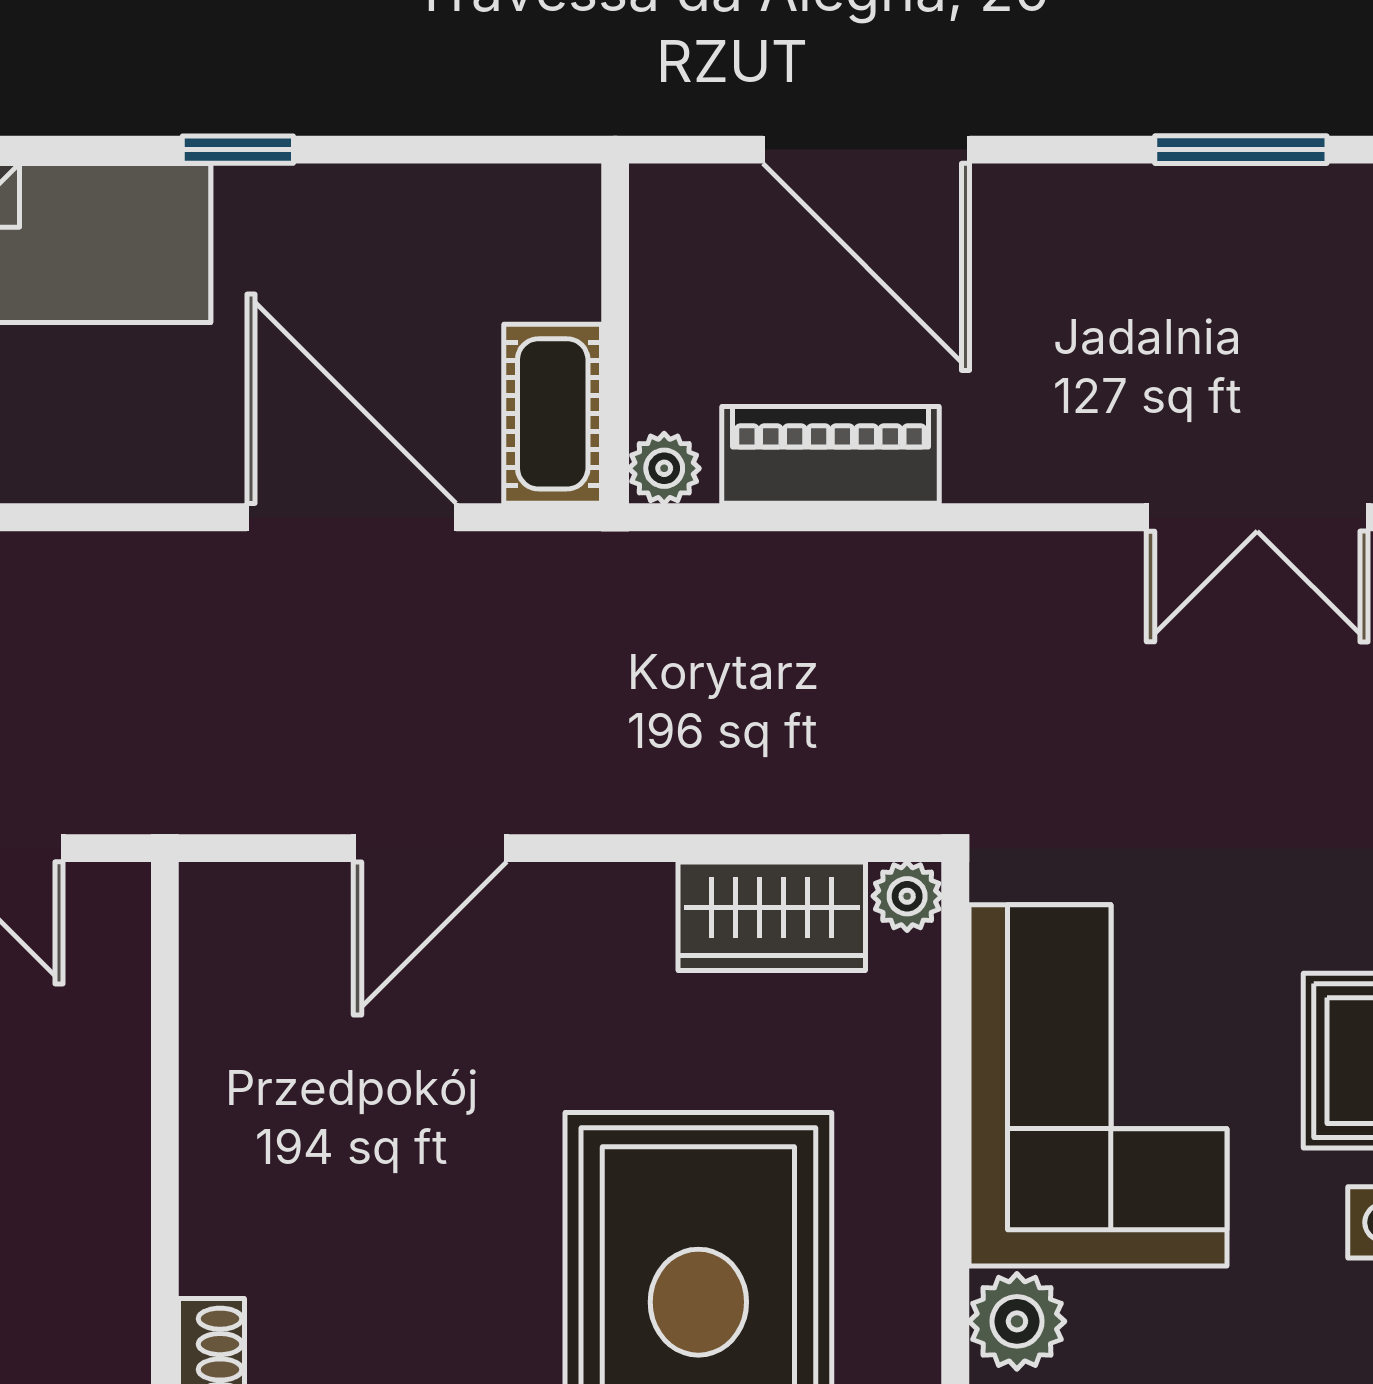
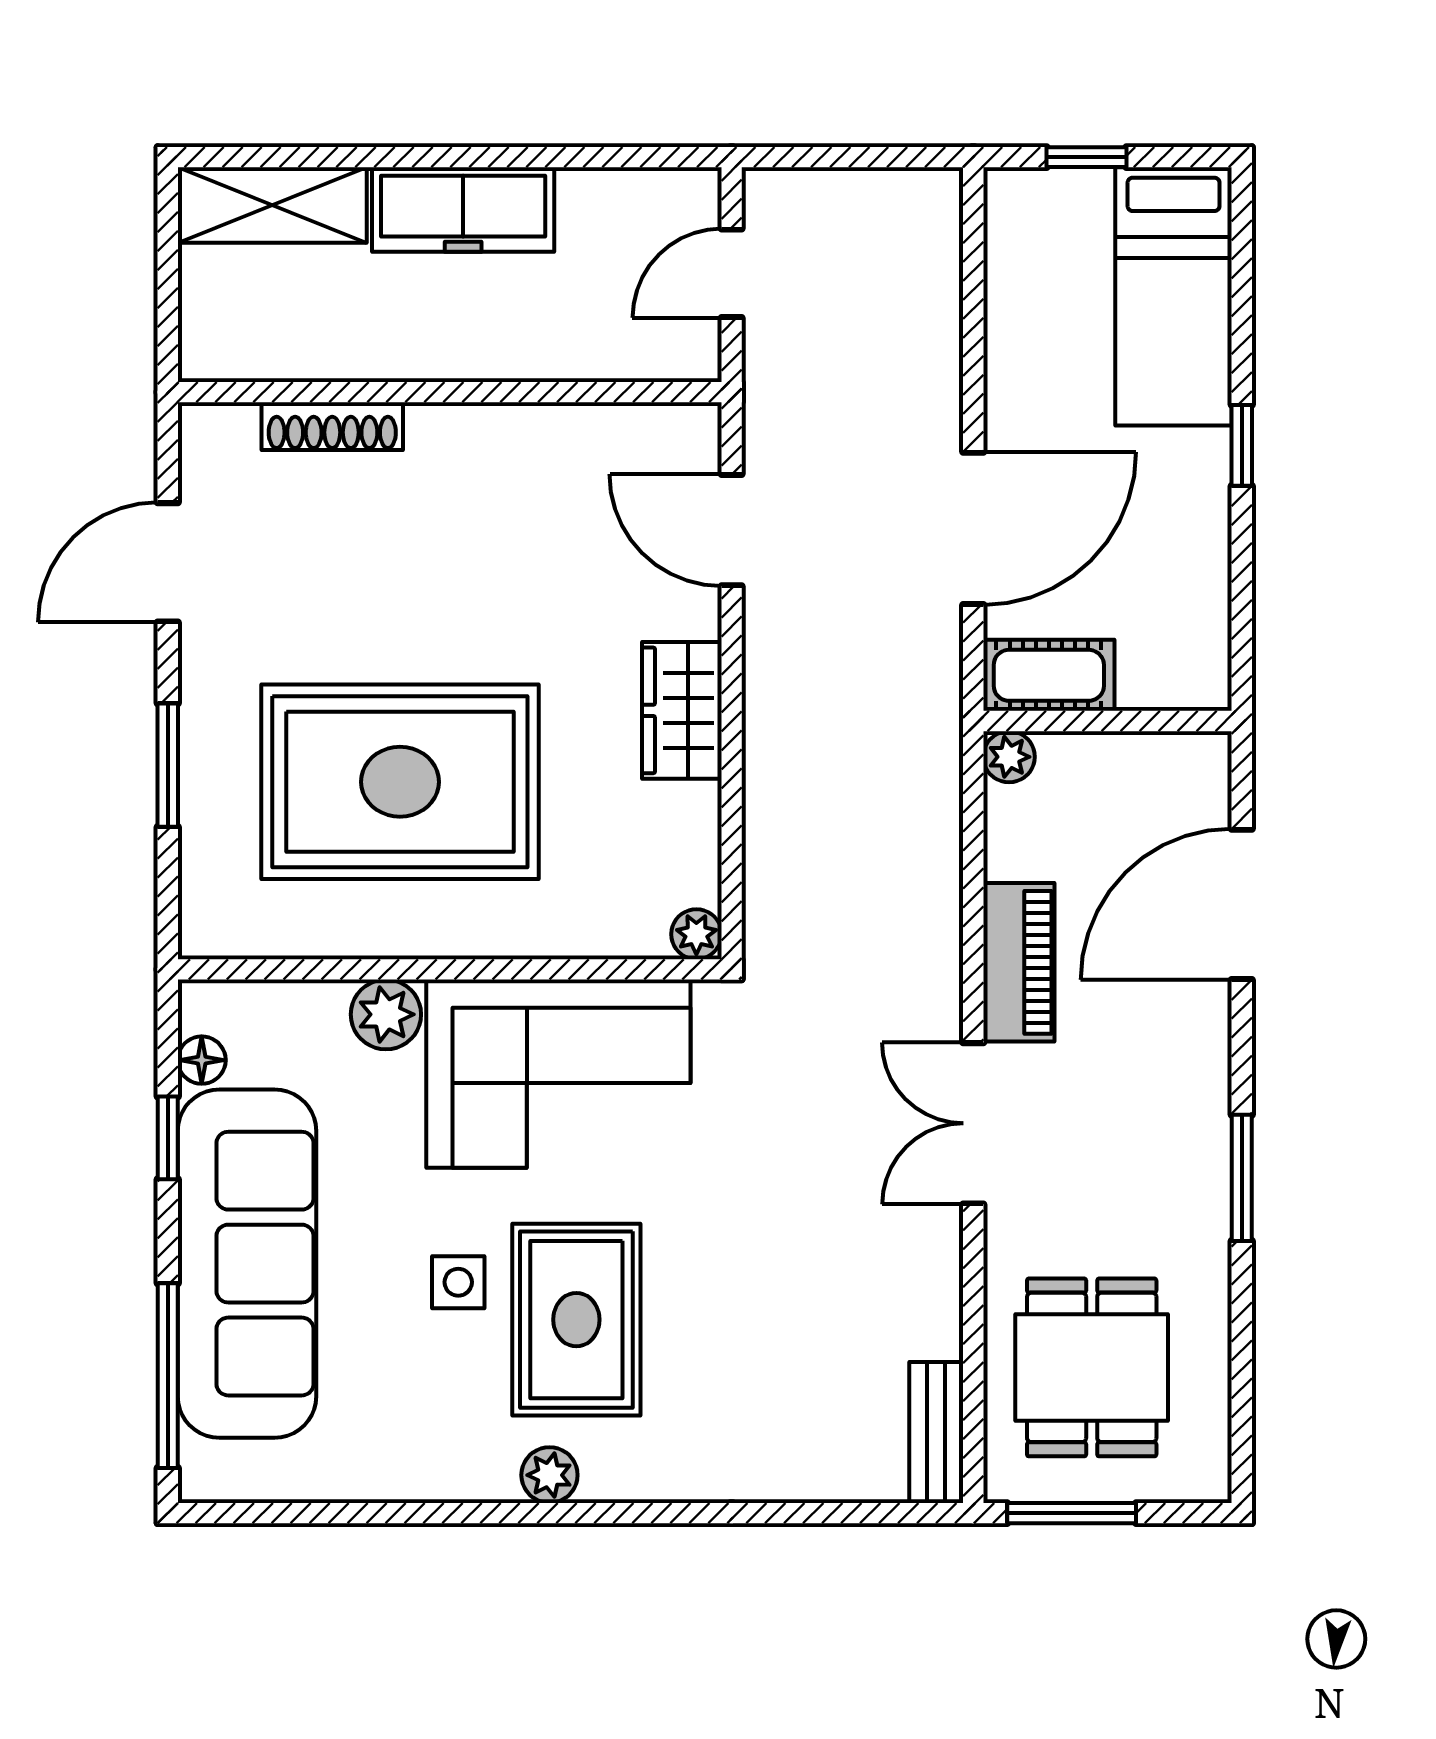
piano: (831, 455) -> (1019, 962), moved
double door: (1257, 517) -> (973, 1123), moved
door: (430, 848) -> (732, 530), moved
wardrobe: (772, 916) -> (682, 710), moved

